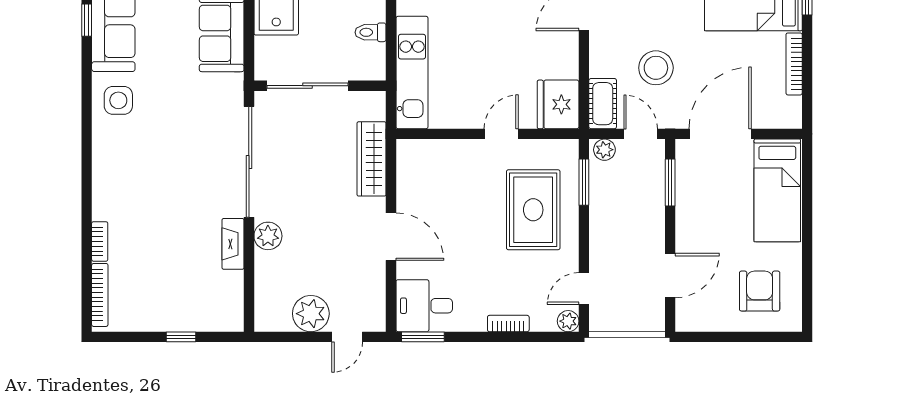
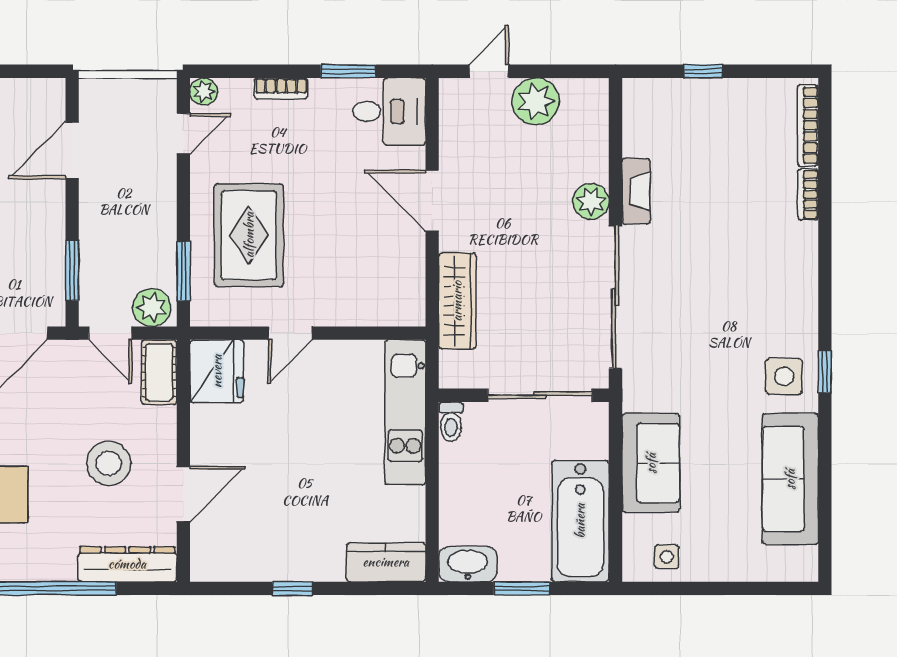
window: (87, 20) -> (825, 372), moved
toilet: (371, 32) -> (451, 422), moved, turned 90
stool: (656, 68) -> (109, 463), moved
plant: (604, 150) -> (152, 308), width x1.38, depth x1.38
window: (423, 337) -> (348, 71), moved

